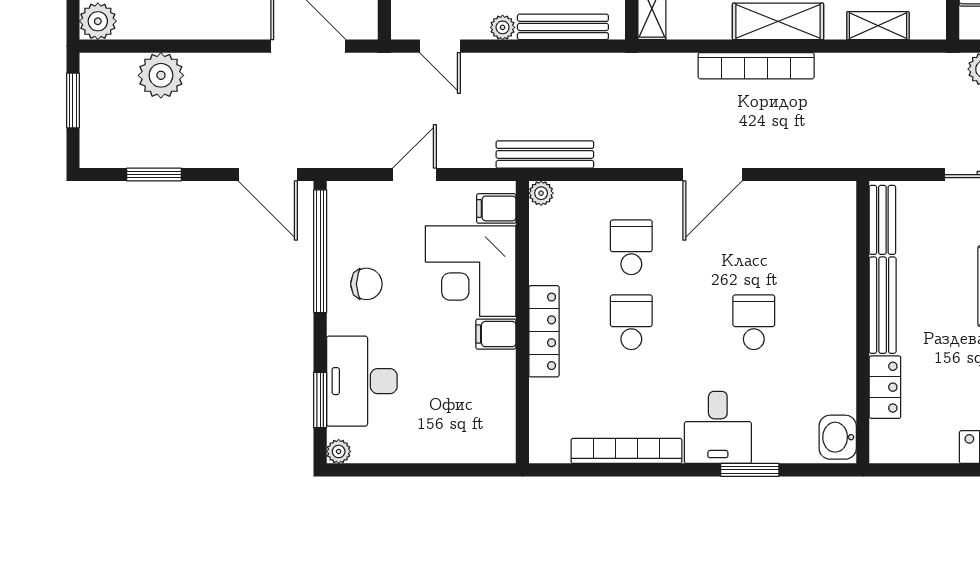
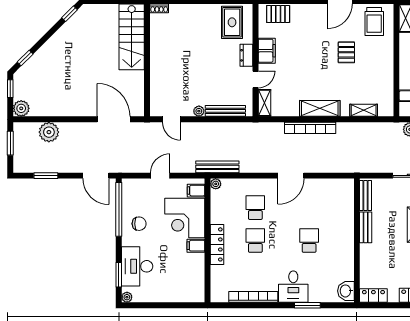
bench: (883, 305) -> (366, 227), width x0.73
locker: (885, 387) -> (373, 296), moved, turned -90

